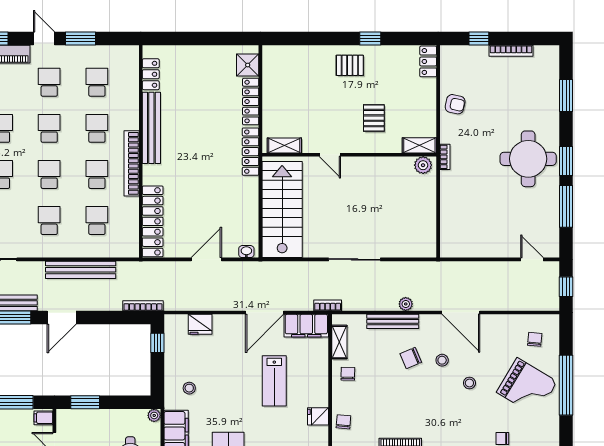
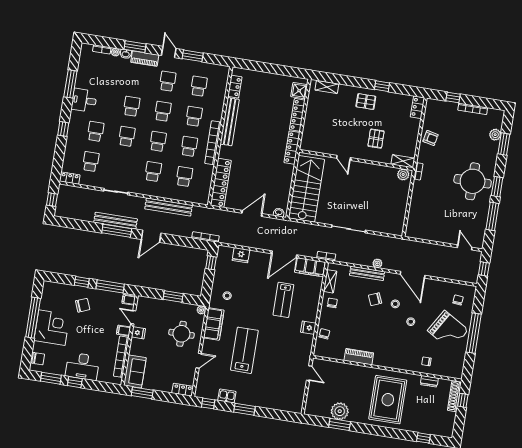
plant: (551, 84) -> (495, 135), added
shelving: (284, 145) -> (327, 87), moved
window: (85, 402) -> (173, 297), moved

